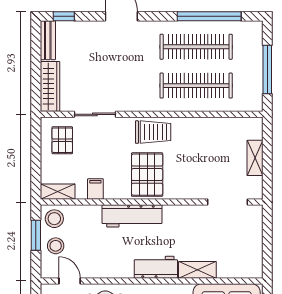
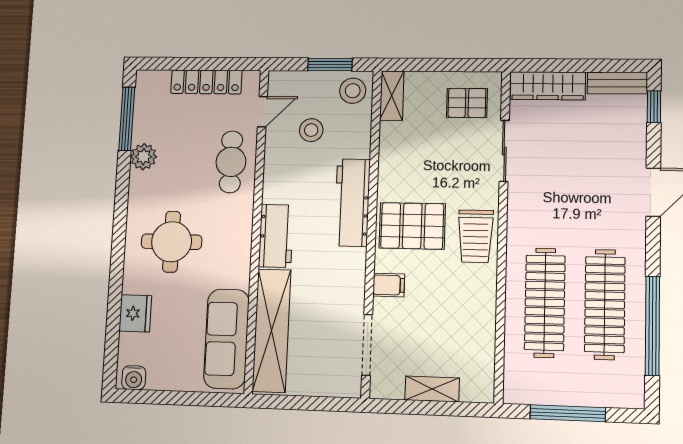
filing cabinet: (95, 189) -> (389, 285), moved
stool: (56, 246) -> (311, 130), moved
shelving: (197, 270) -> (272, 330), width x2.20, depth x1.33

